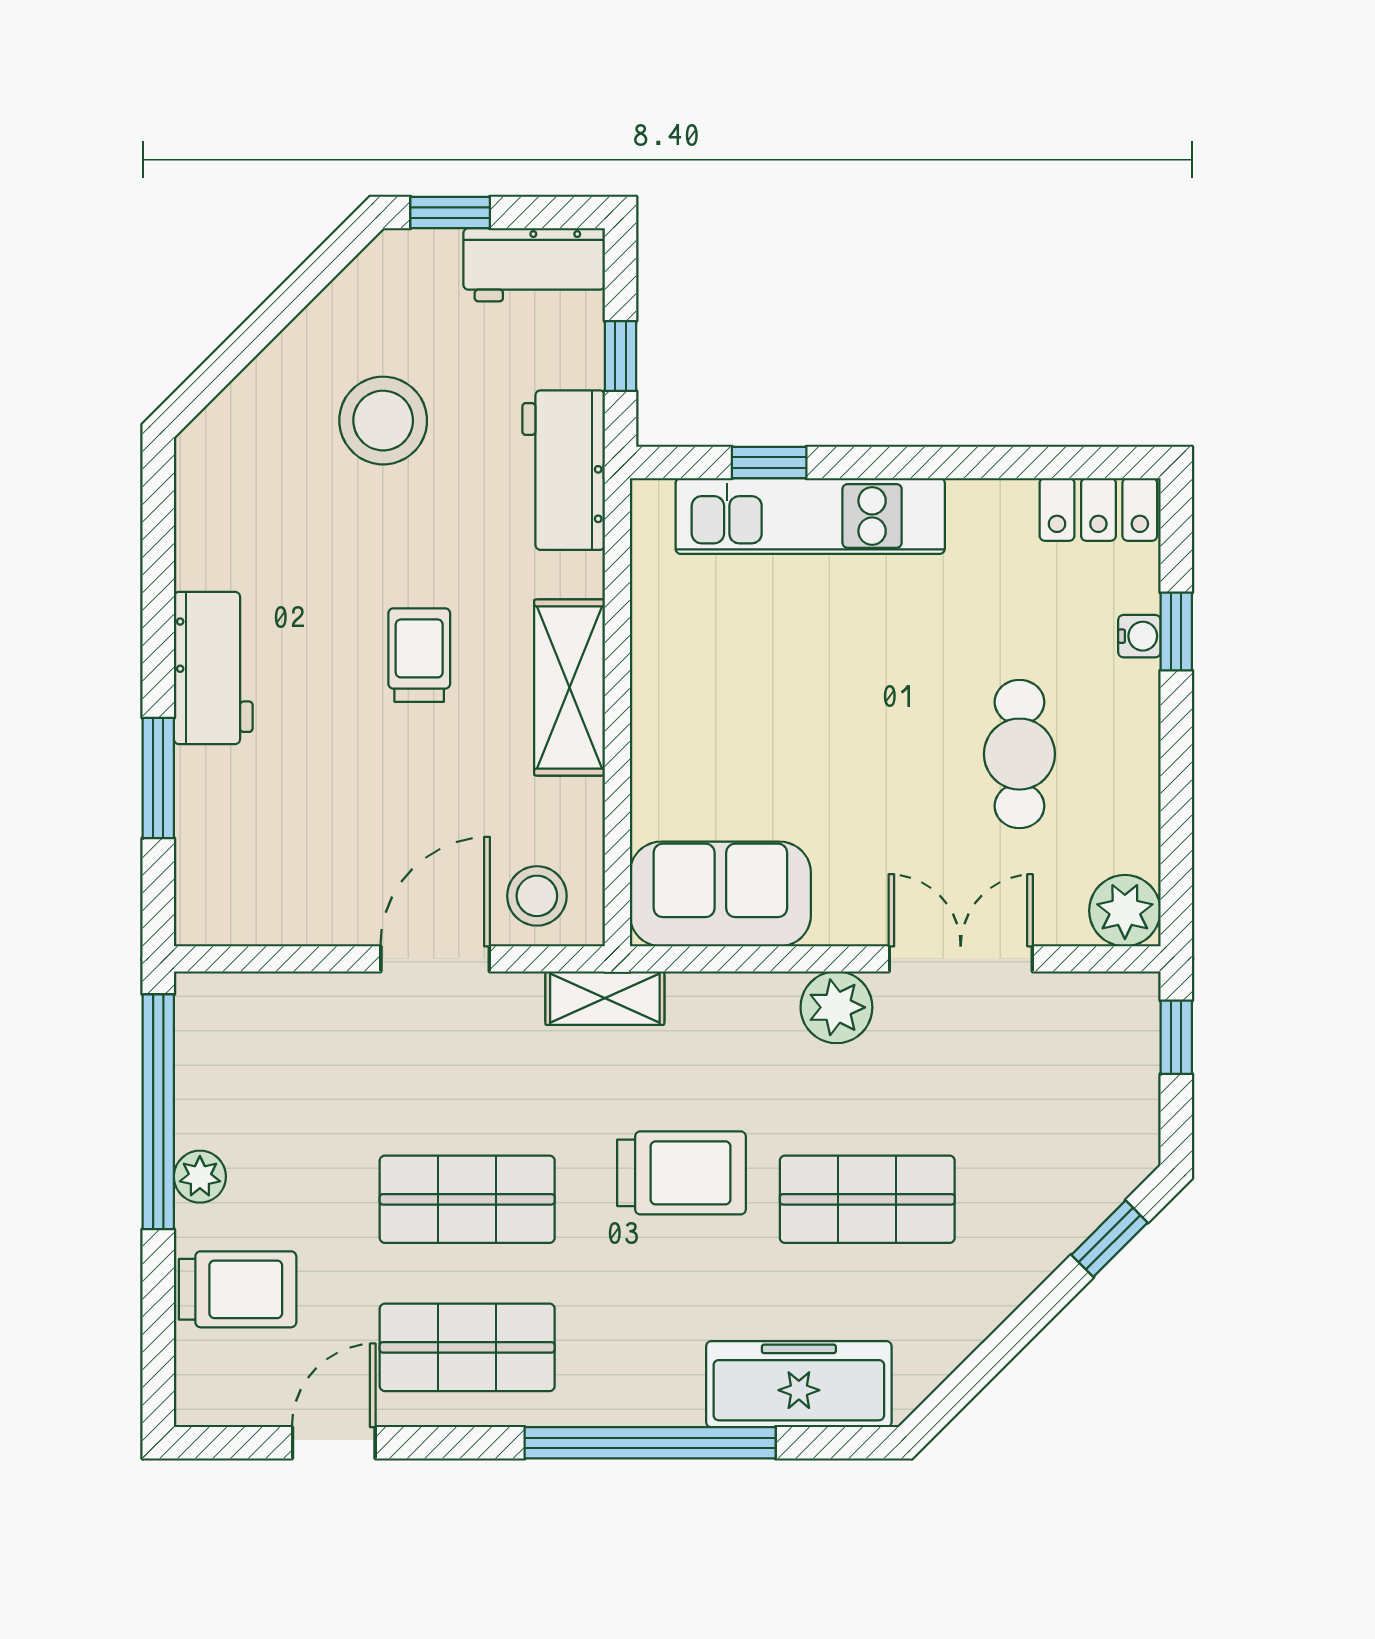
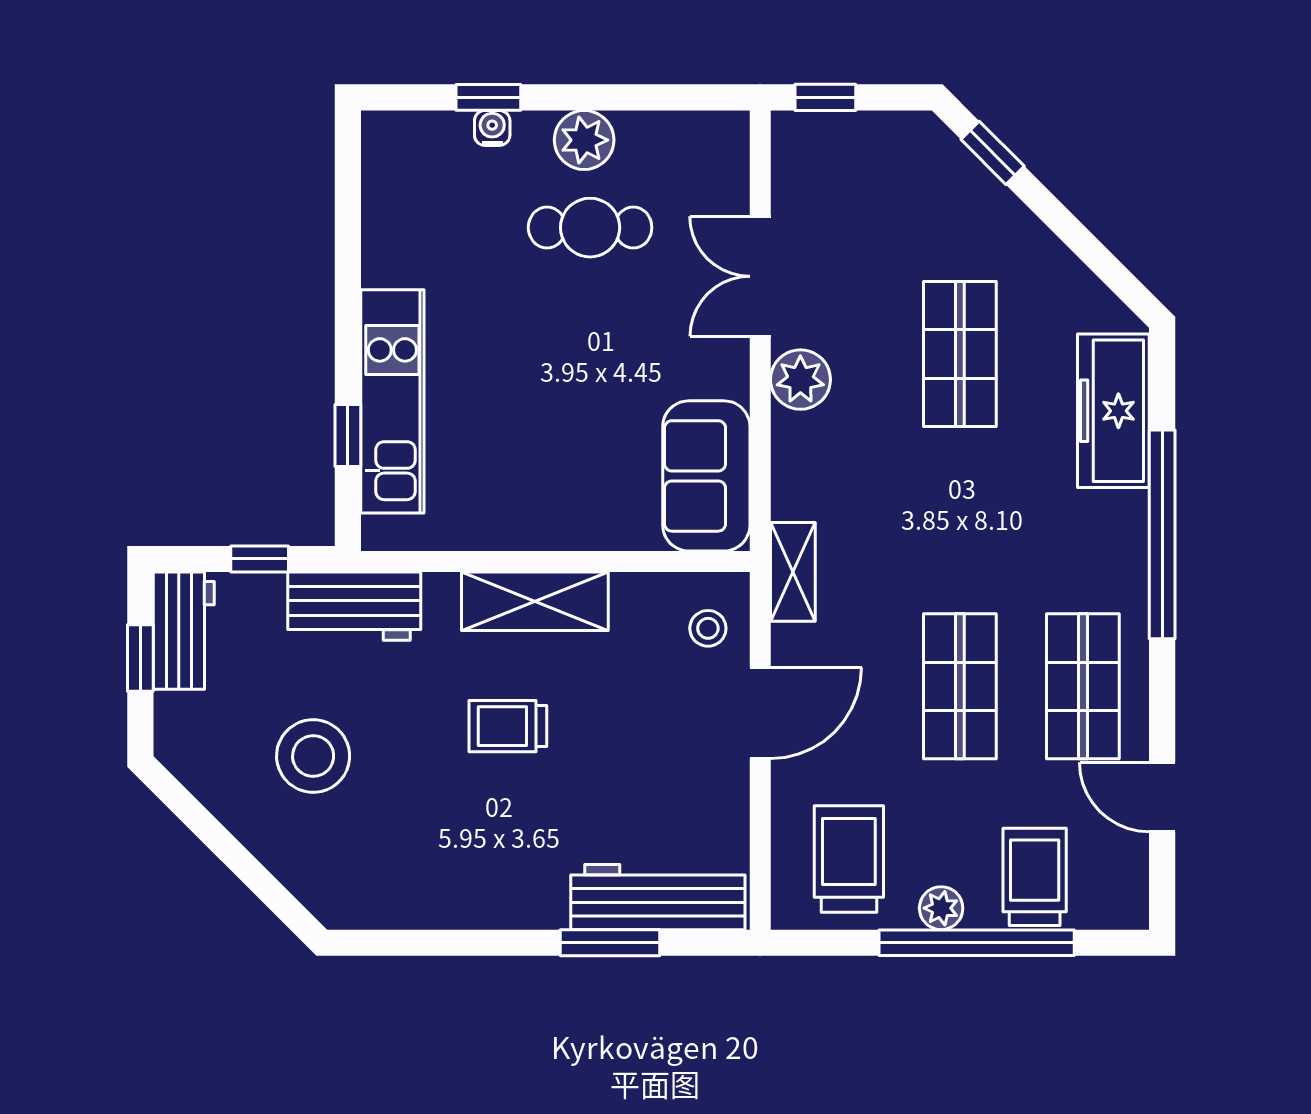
window: (450, 213) -> (140, 658), moved
locker: (1098, 509) -> (387, 162), removed
workbench: (213, 668) -> (658, 897), moved, width x1.37
stool: (537, 896) -> (708, 628), width x0.73, depth x0.73
plant: (1125, 911) -> (584, 140), moved
door: (435, 959) -> (760, 713), swing flipped
window: (158, 1112) -> (977, 943), moved
trolley: (682, 1173) -> (849, 859), moved

